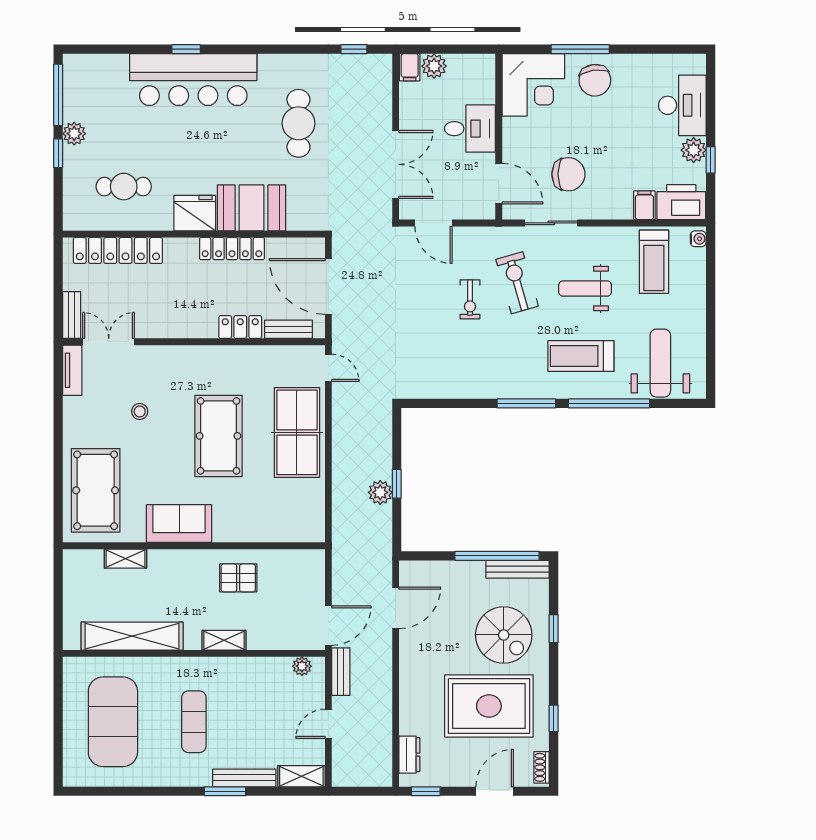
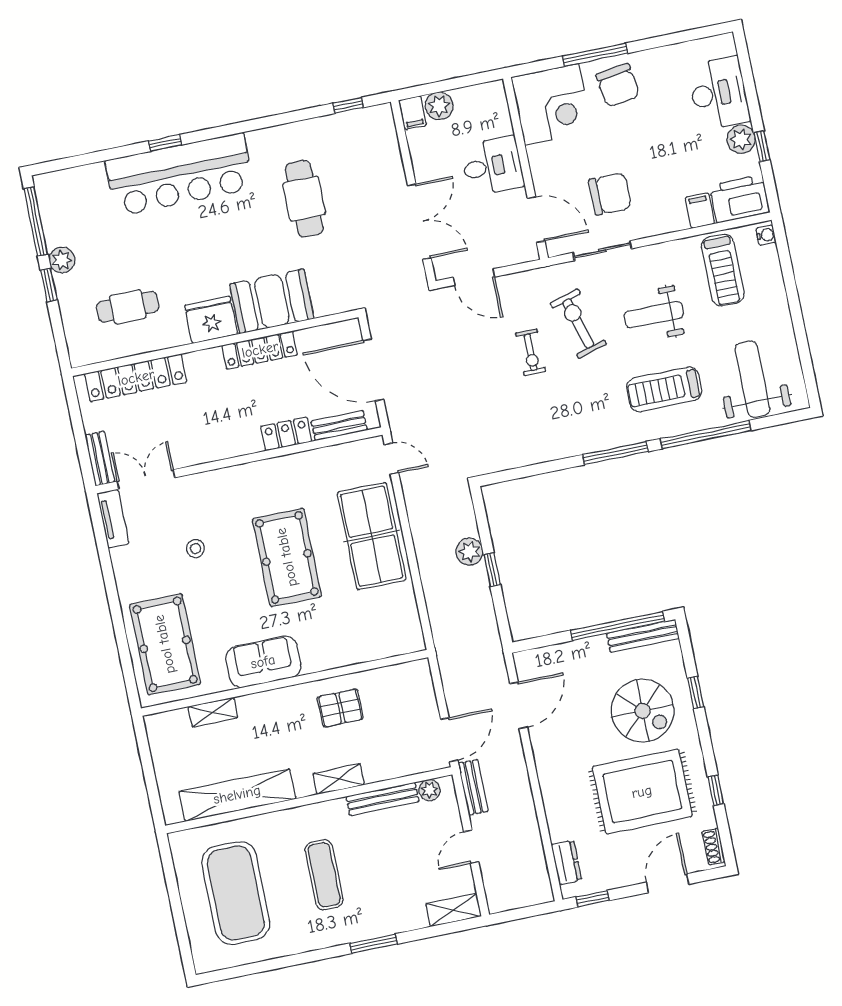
plant: (380, 492) -> (469, 552), moved
bench: (244, 778) -> (382, 799), moved

